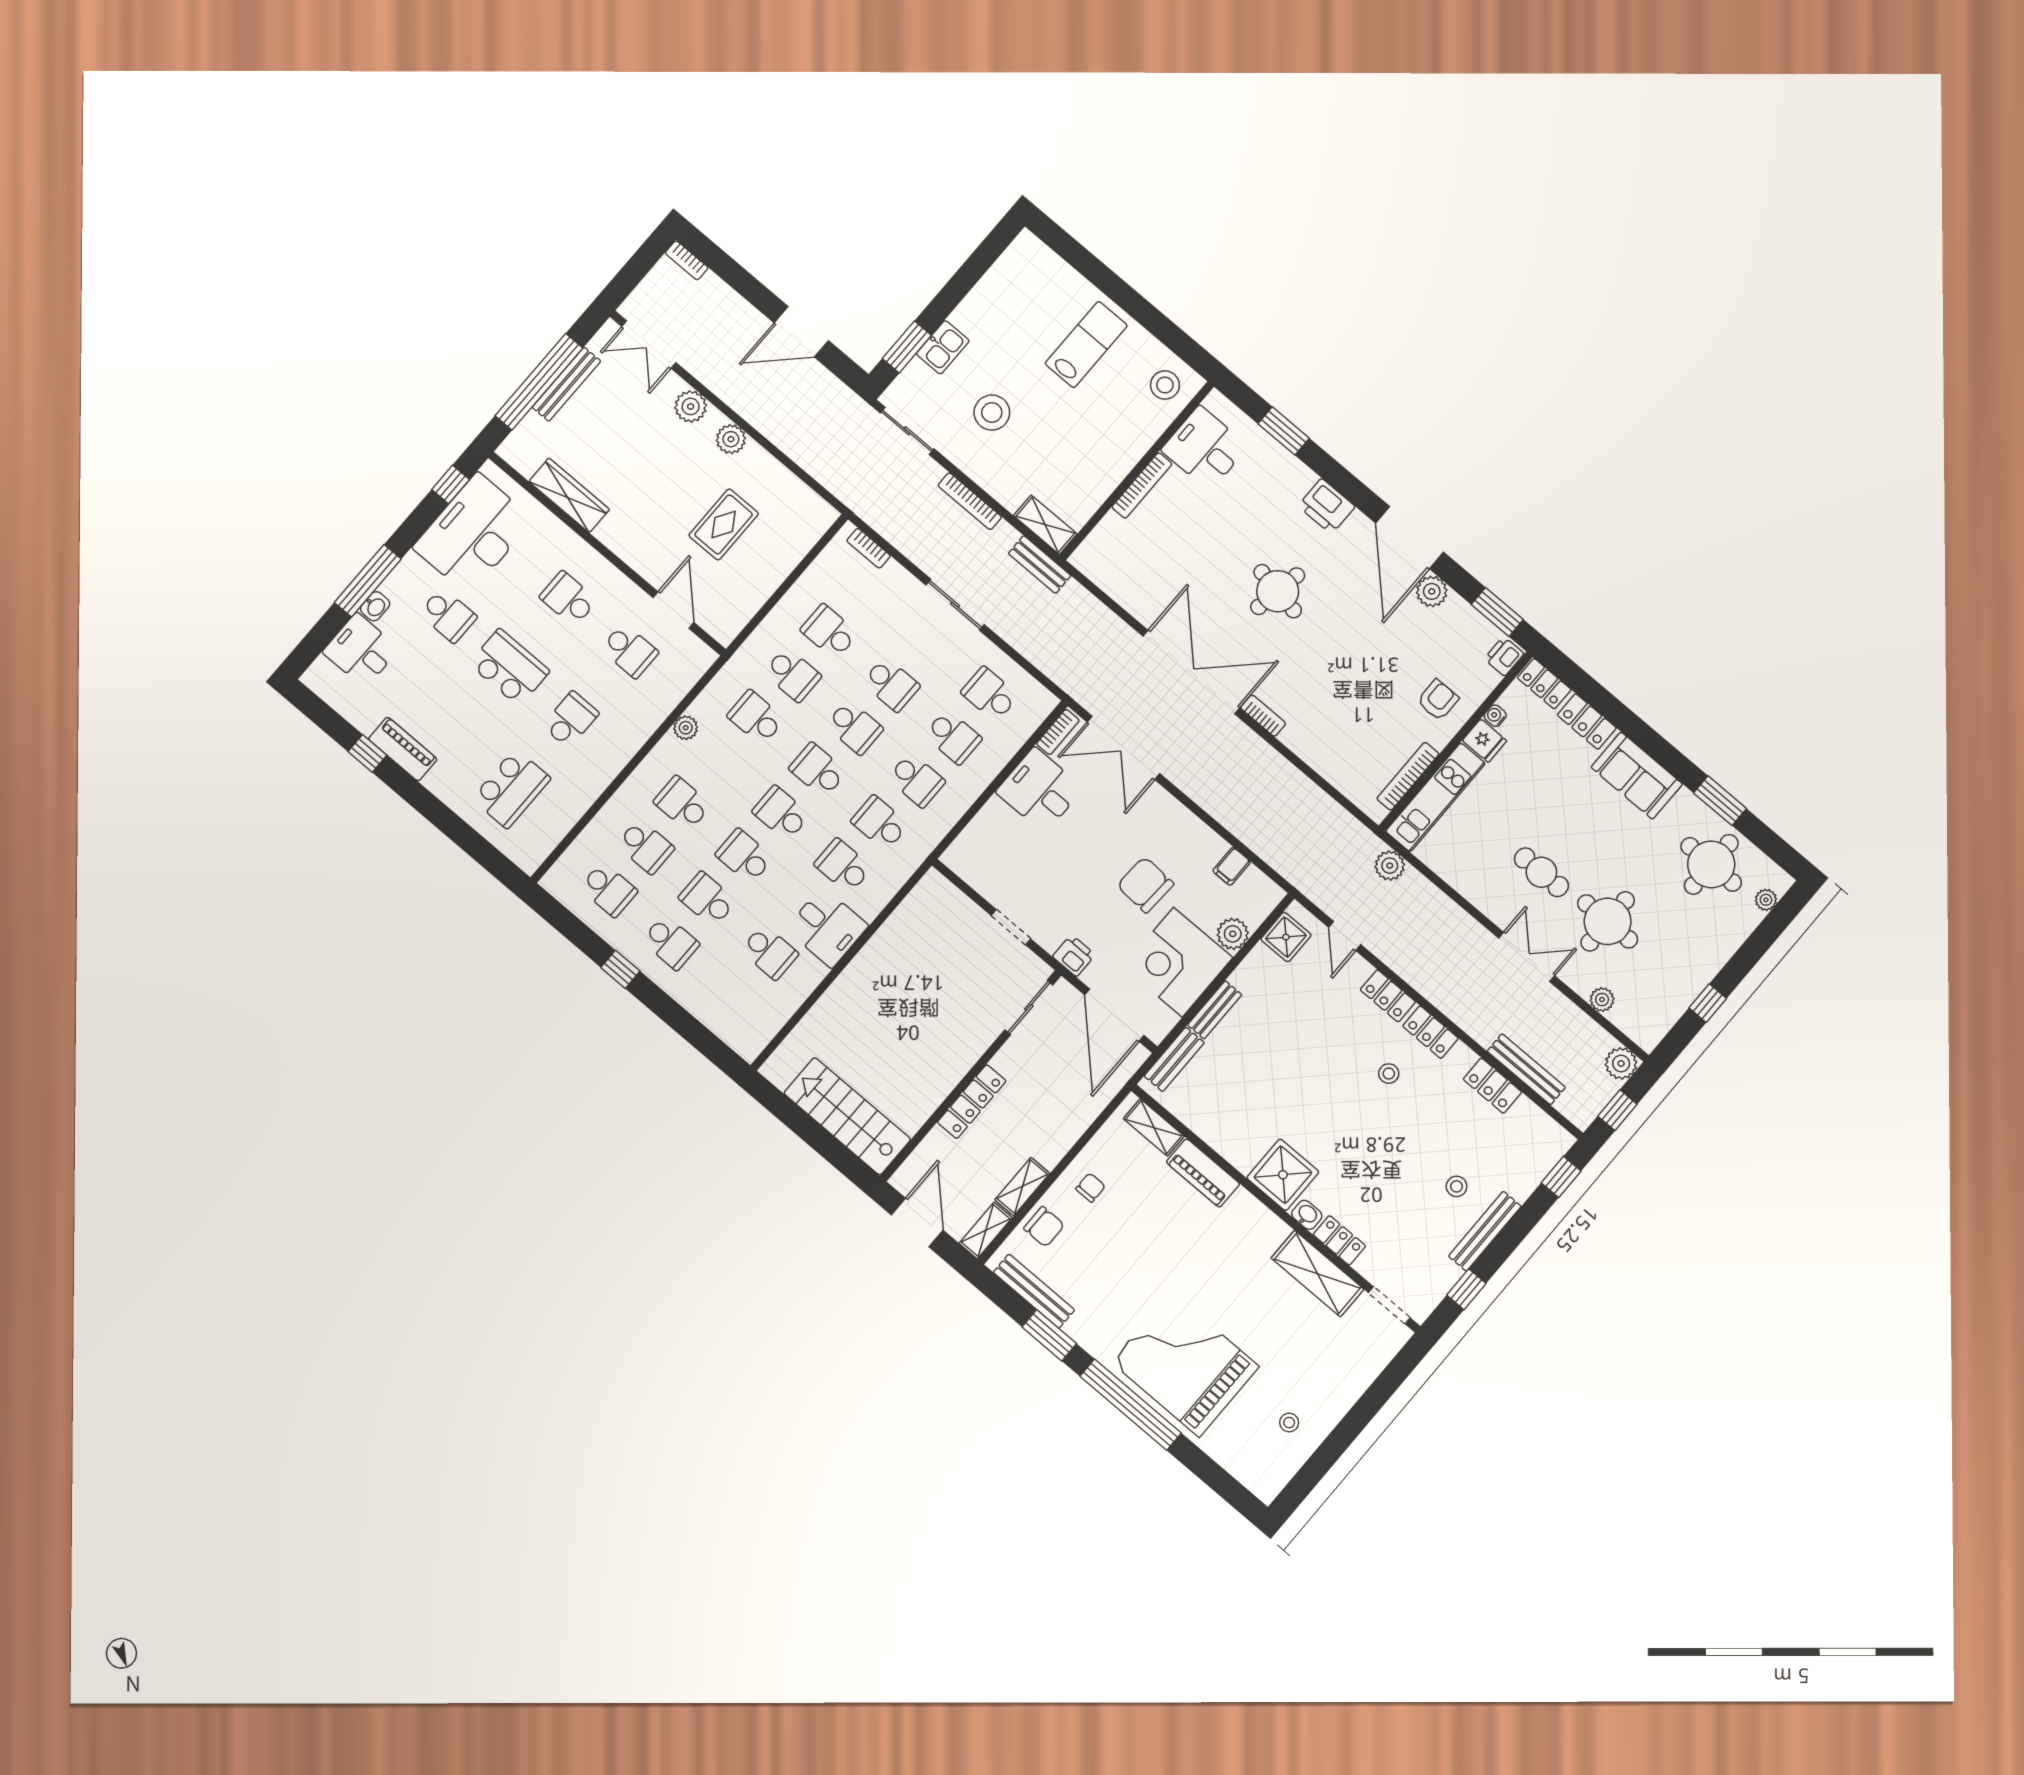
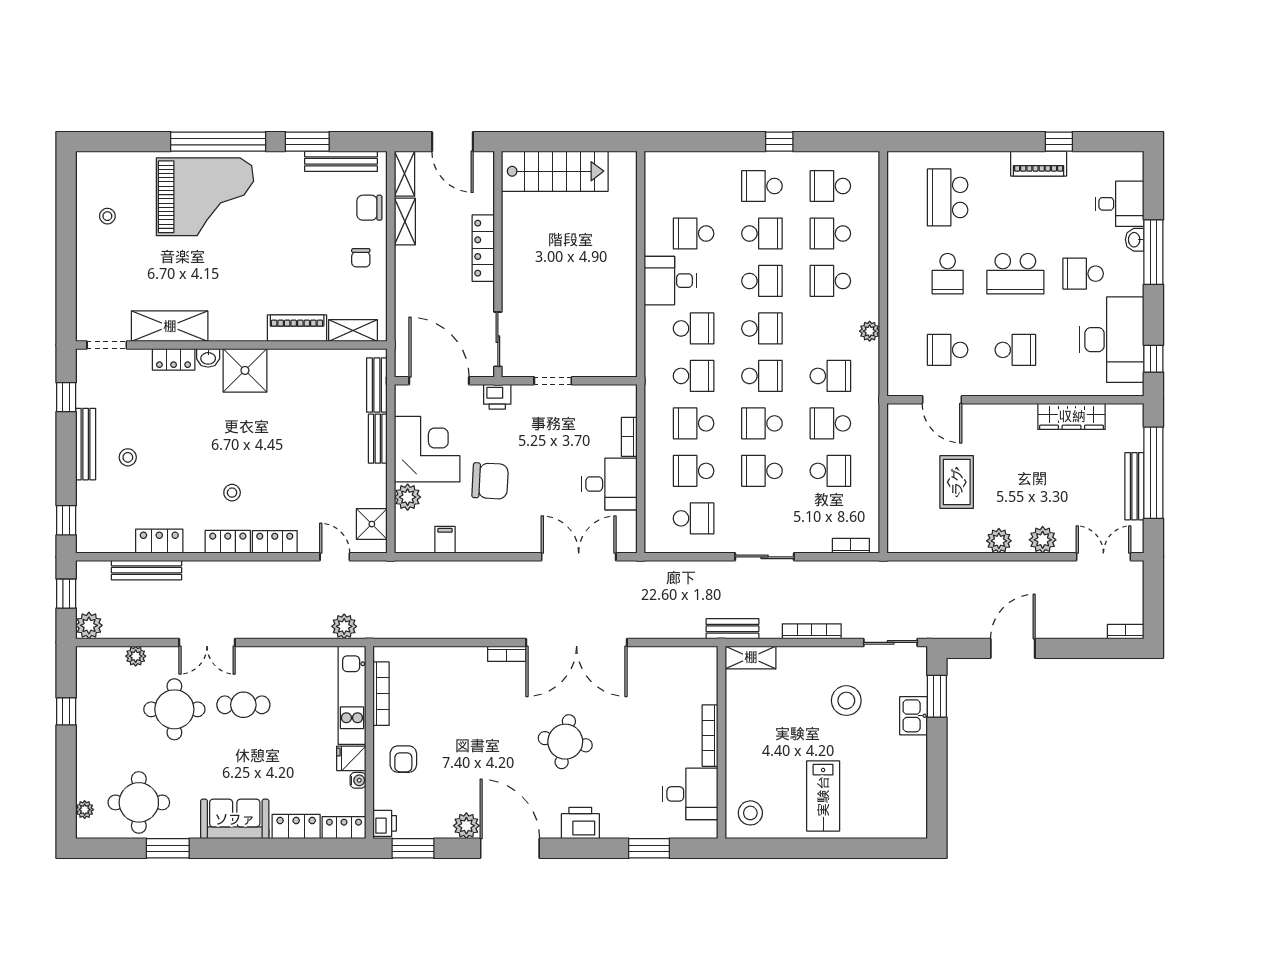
bookcase: (1058, 732) -> (629, 437), moved
school desk: (682, 803) -> (830, 281), turned 180

